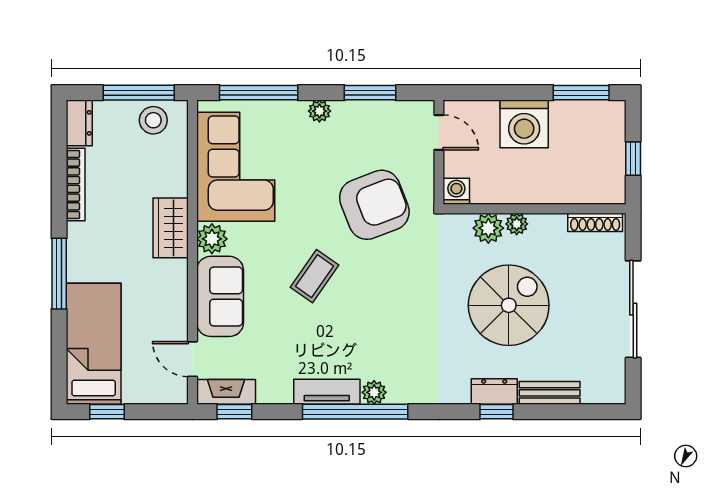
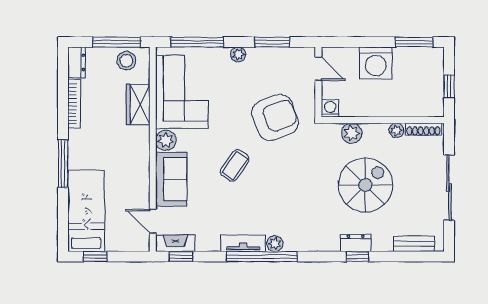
plant: (517, 224) -> (396, 130), moved
wardrobe: (171, 228) -> (138, 105), moved
bench: (550, 393) -> (414, 244), moved

